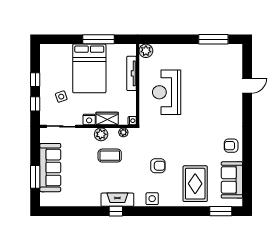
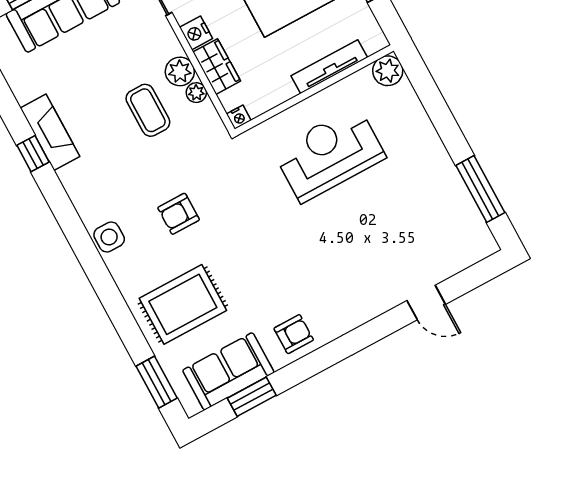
plant: (123, 132) -> (196, 93), moved
armchair: (231, 146) -> (294, 334), turned 90
armchair: (158, 166) -> (179, 214), turned 90
window: (247, 176) -> (252, 397), added
fireplace: (117, 200) -> (50, 132), moved
window: (116, 211) -> (33, 154), moved

